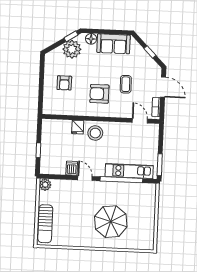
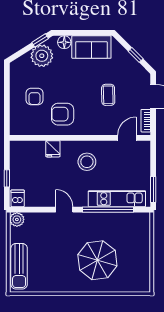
armchair: (99, 94) -> (63, 114), moved
door: (140, 121) -> (127, 138), hinge flipped
stool: (95, 133) -> (87, 162), moved
dishwasher: (72, 168) -> (18, 198), moved

